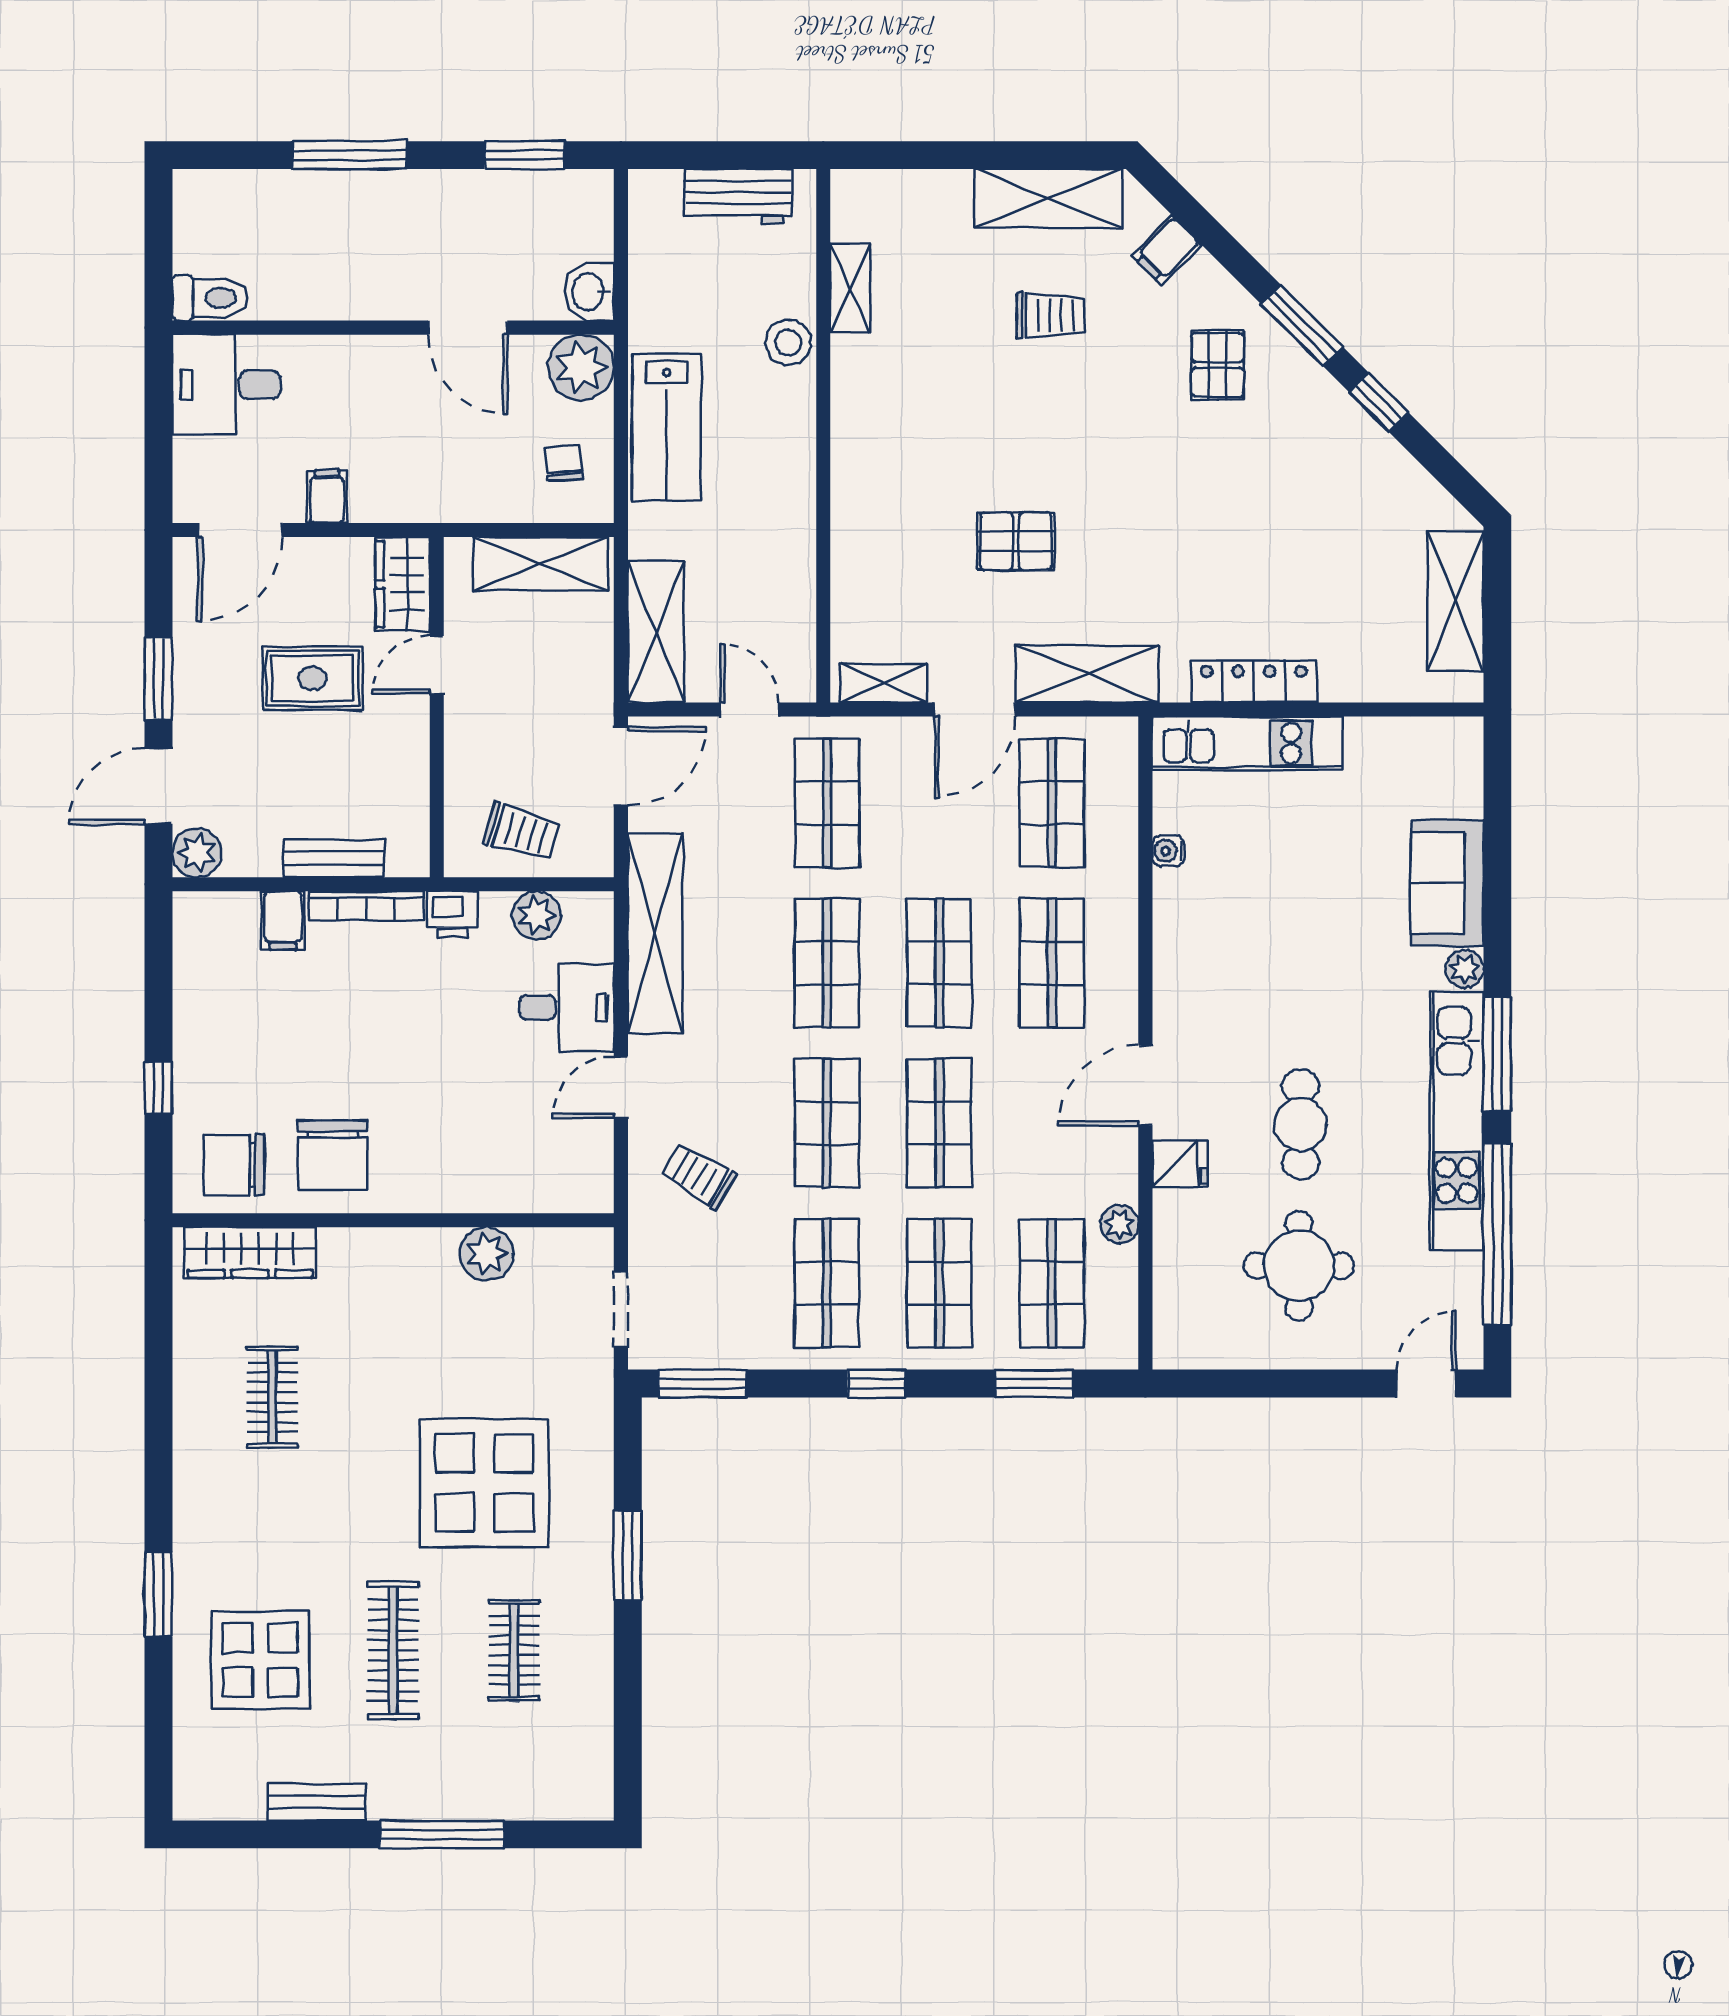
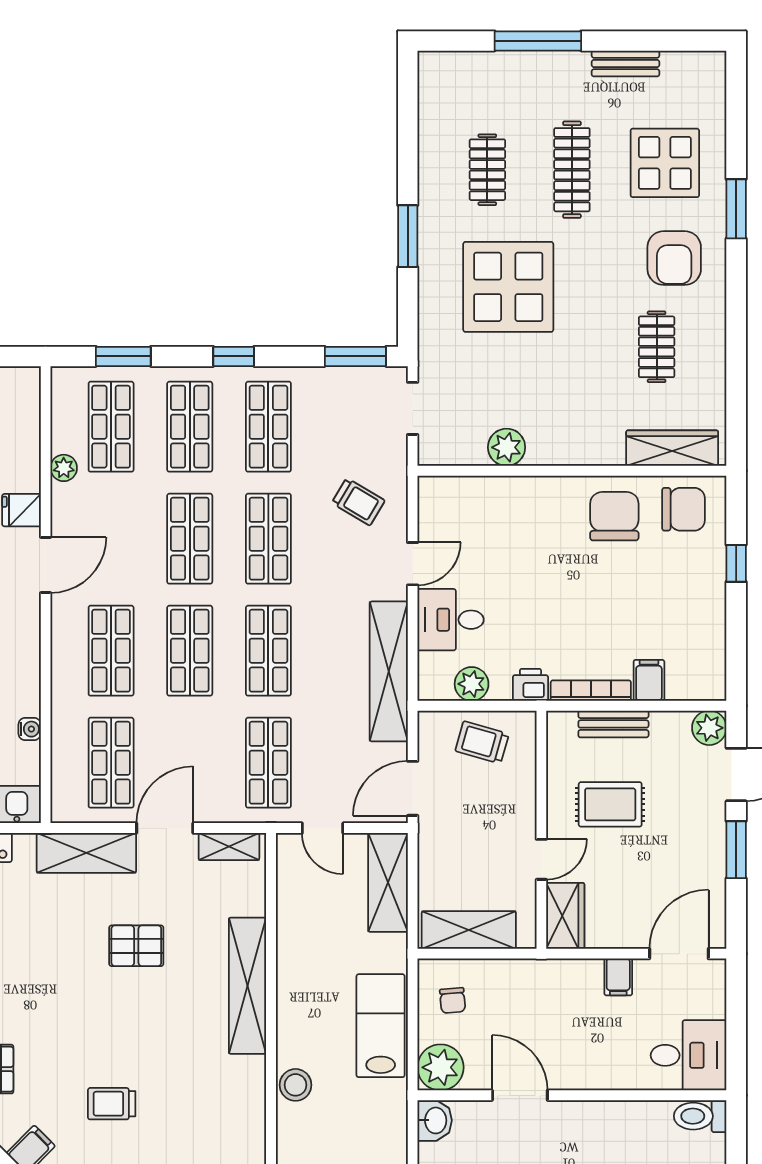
shelving: (850, 288) -> (247, 986), moved, width x2.20, depth x1.33
rug: (312, 678) -> (610, 804), moved
armchair: (247, 1524) -> (674, 258), added

